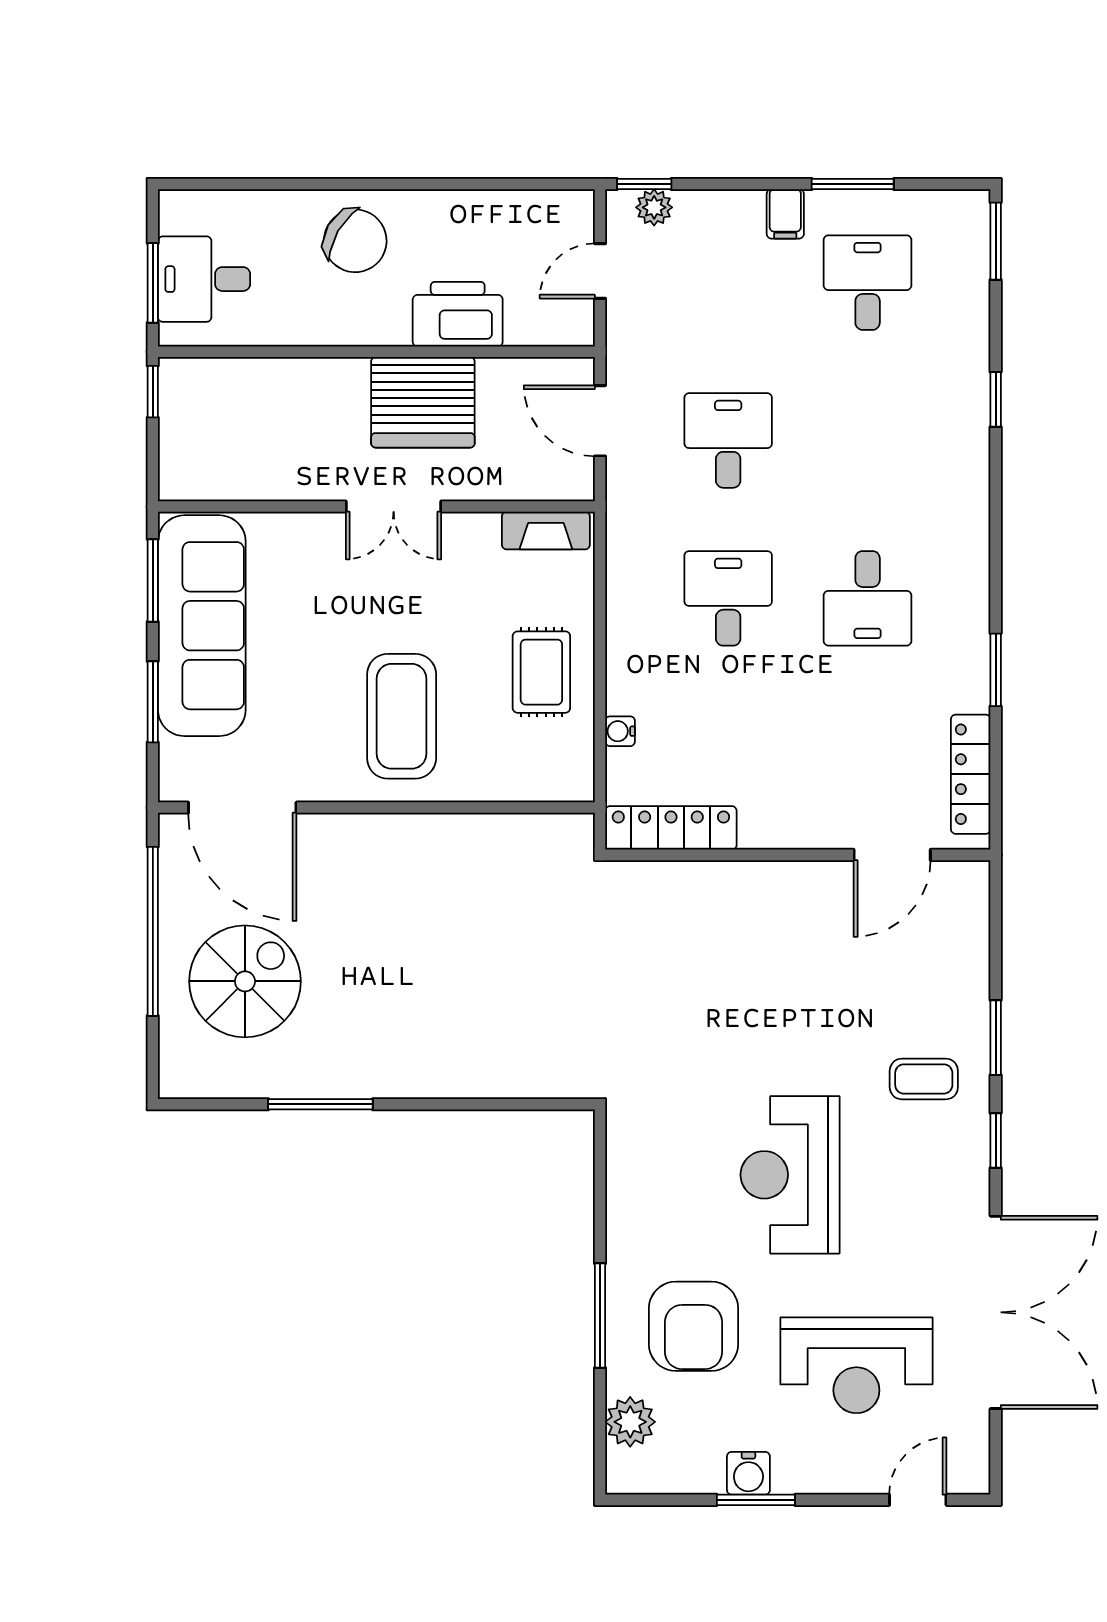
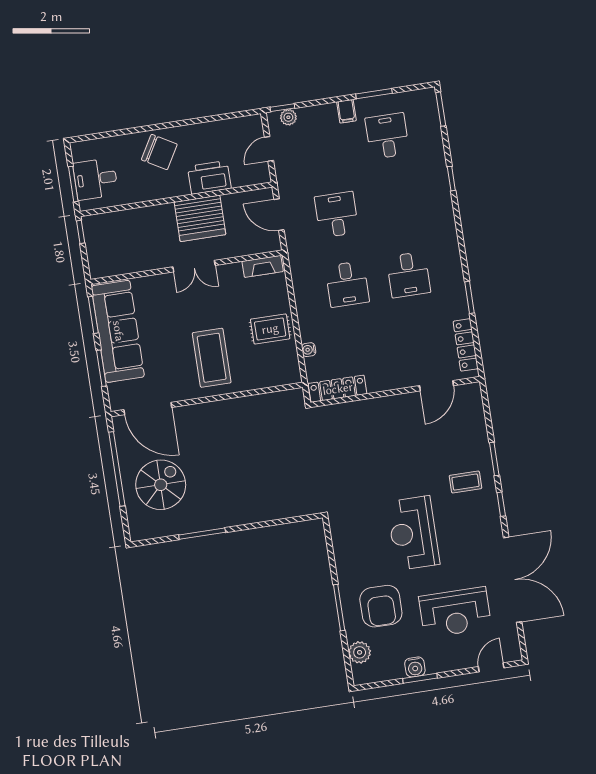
desk: (728, 598) -> (347, 284), turned 180
rug: (541, 672) -> (270, 329), turned 90

